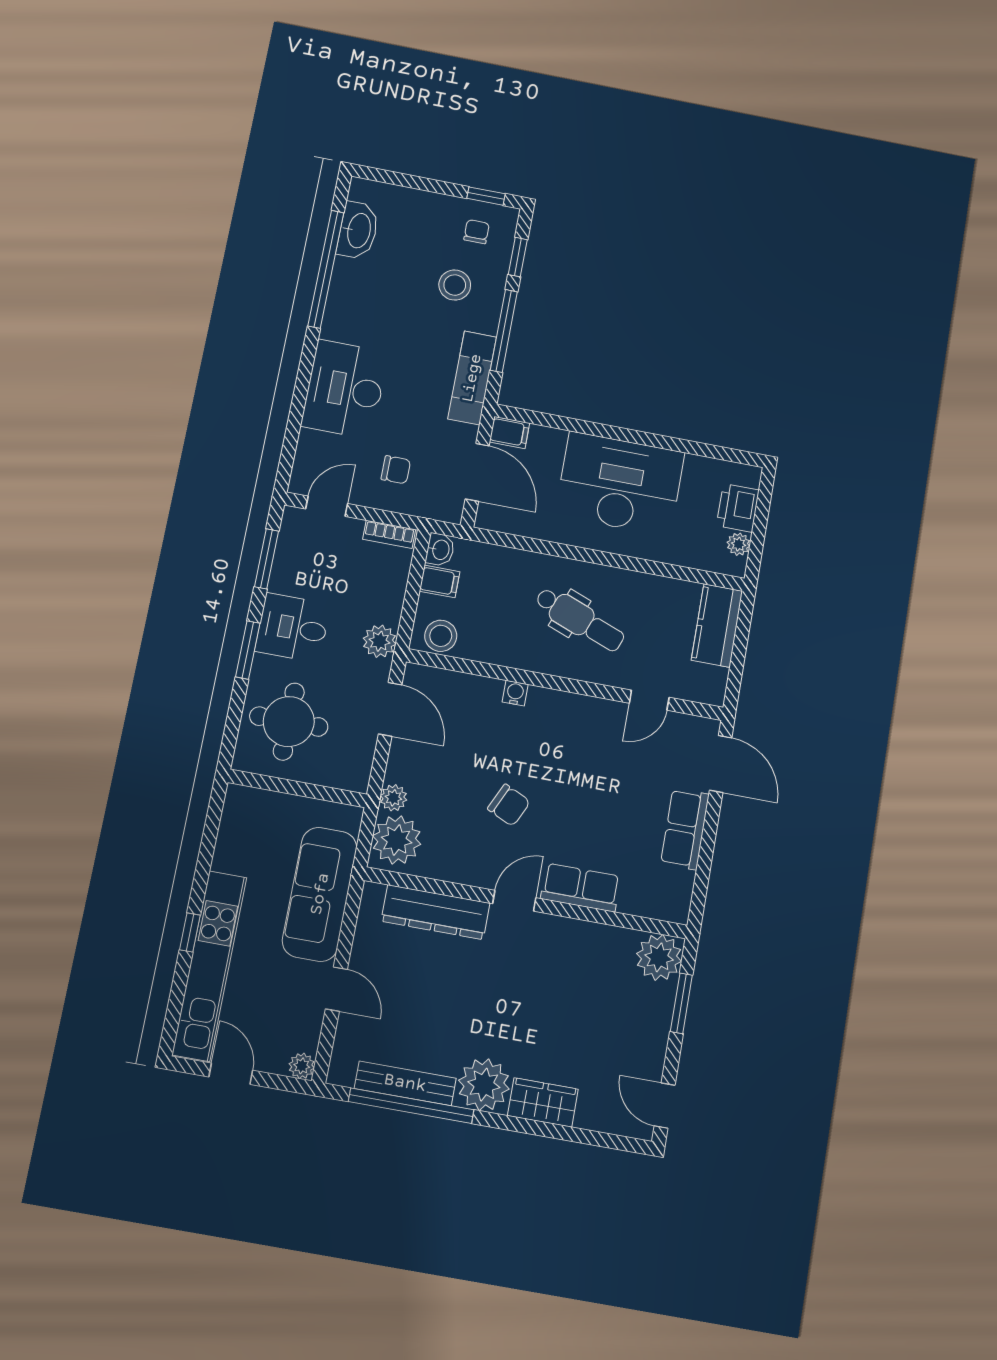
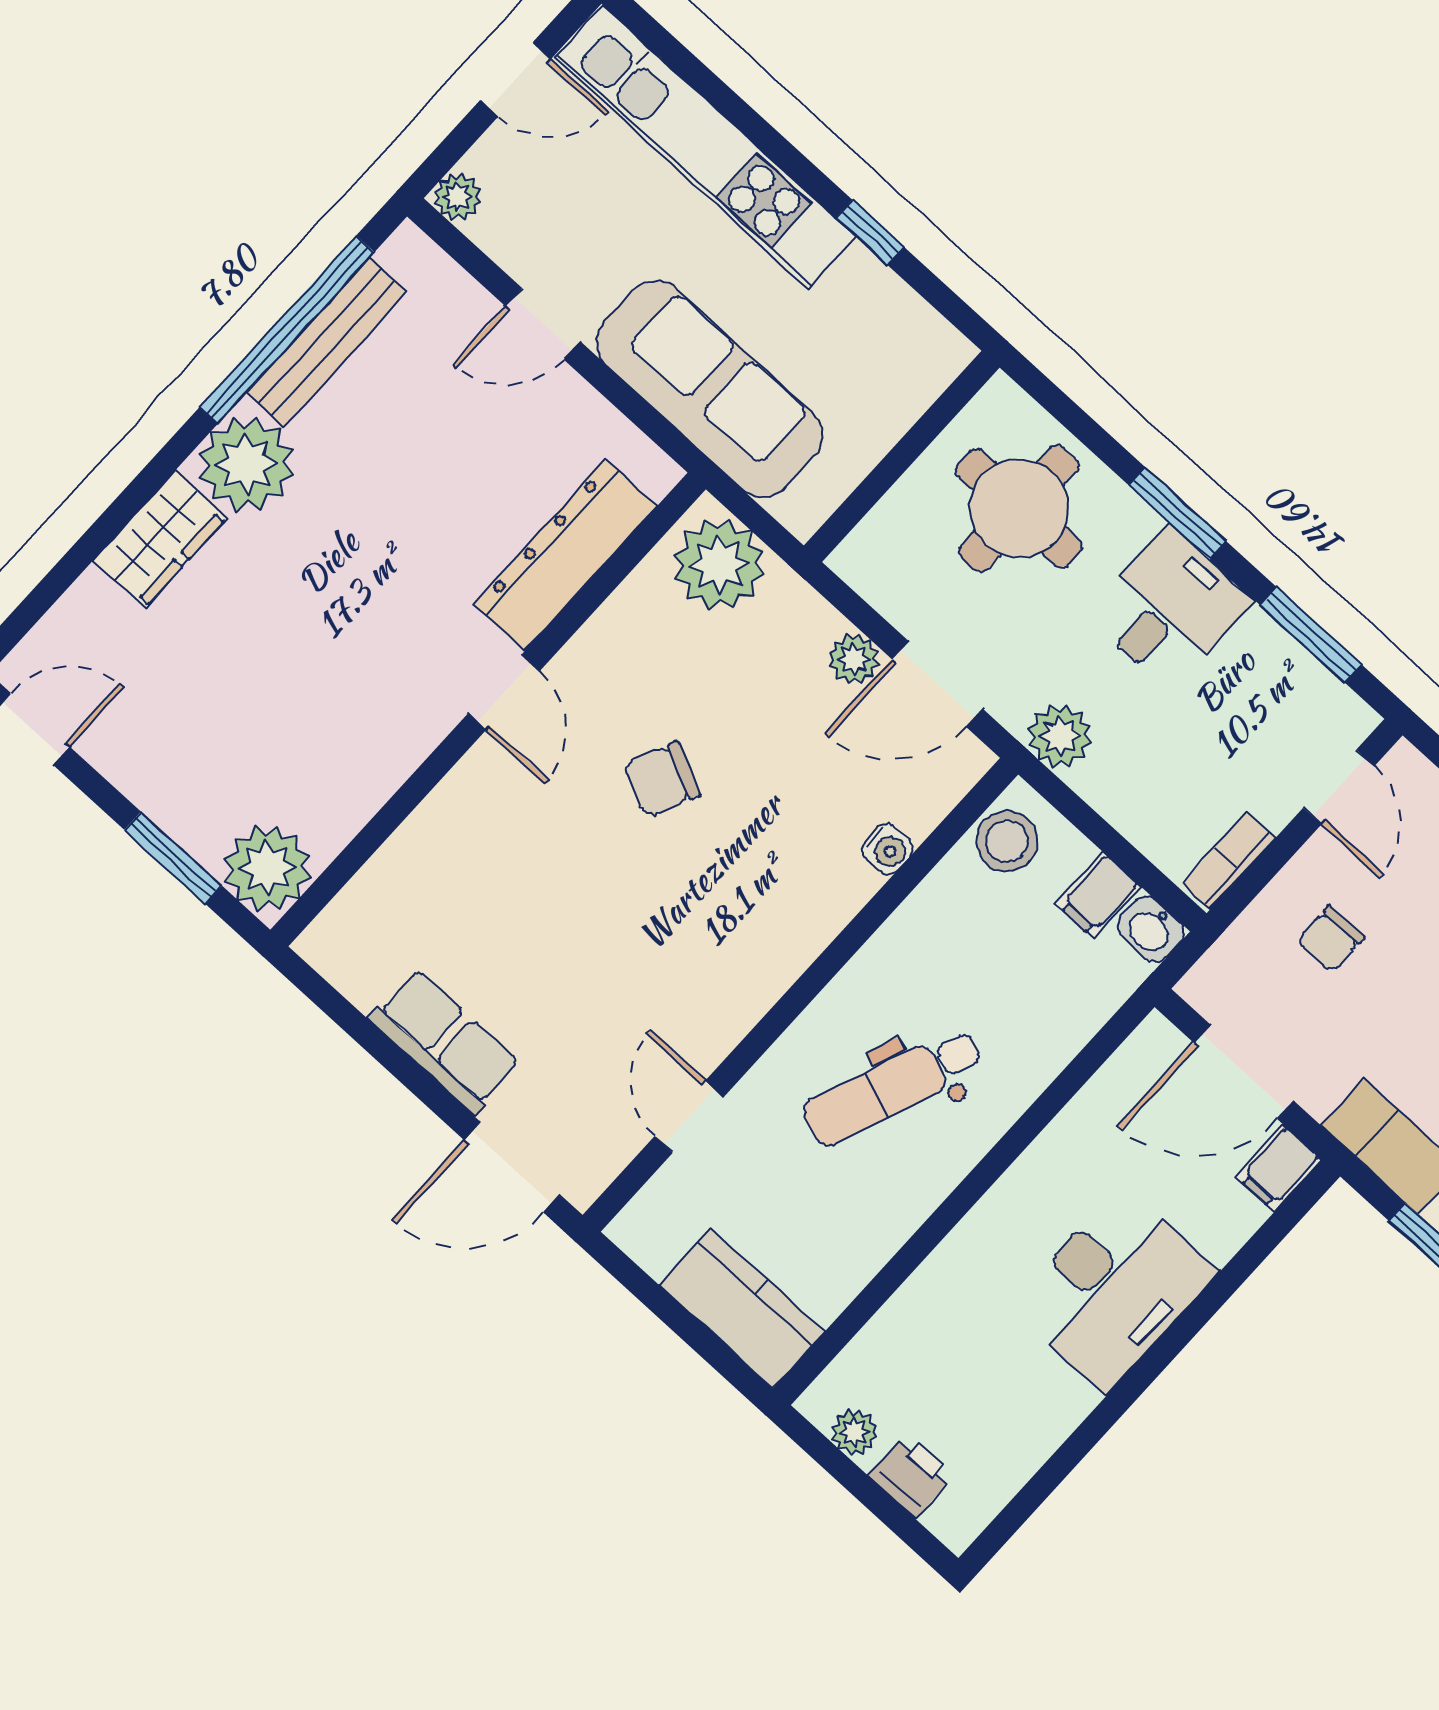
desk: (620, 484) -> (1114, 1289), width x0.73, depth x0.77
printer: (738, 508) -> (911, 1476), width x0.73, depth x0.81
water cooler: (515, 693) -> (888, 849), moved
plant: (393, 798) -> (854, 659), moved
row of seats: (581, 888) -> (457, 812), removed
window: (190, 933) -> (870, 232), moved

